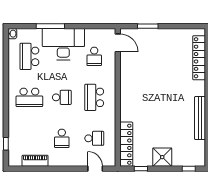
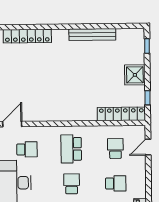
school desk: (94, 97) -> (71, 149), turned 90

